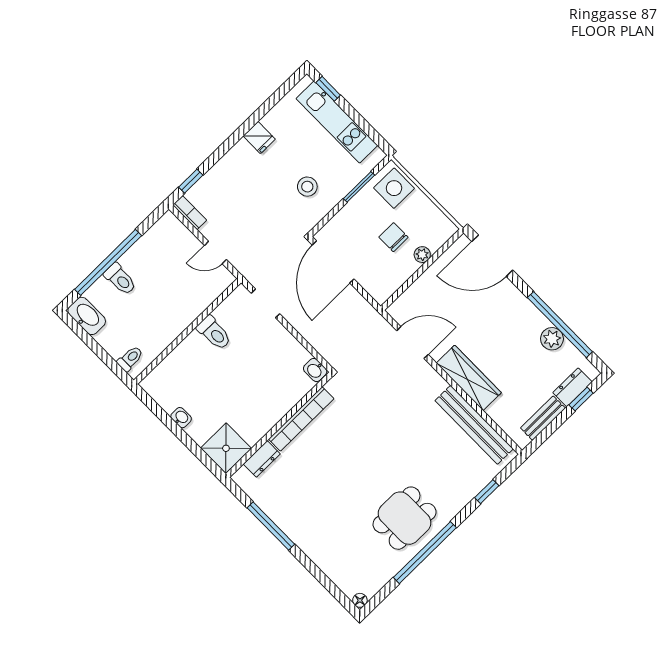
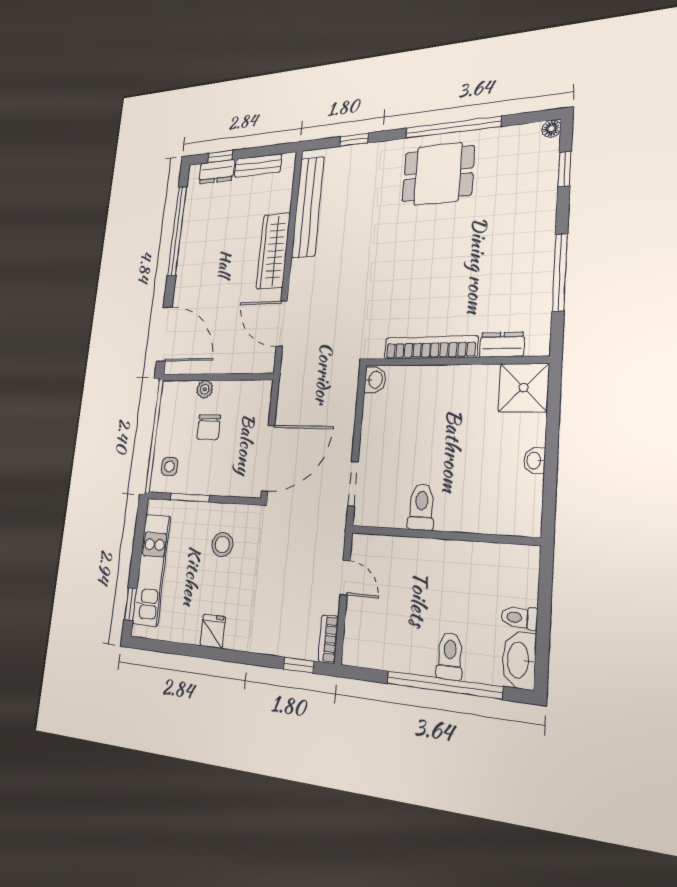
side table: (394, 188) -> (170, 466), width x0.54, depth x0.54
plant: (552, 339) -> (192, 225), removed
toilet: (130, 359) -> (519, 618), moved
window: (328, 584) -> (565, 169), added

